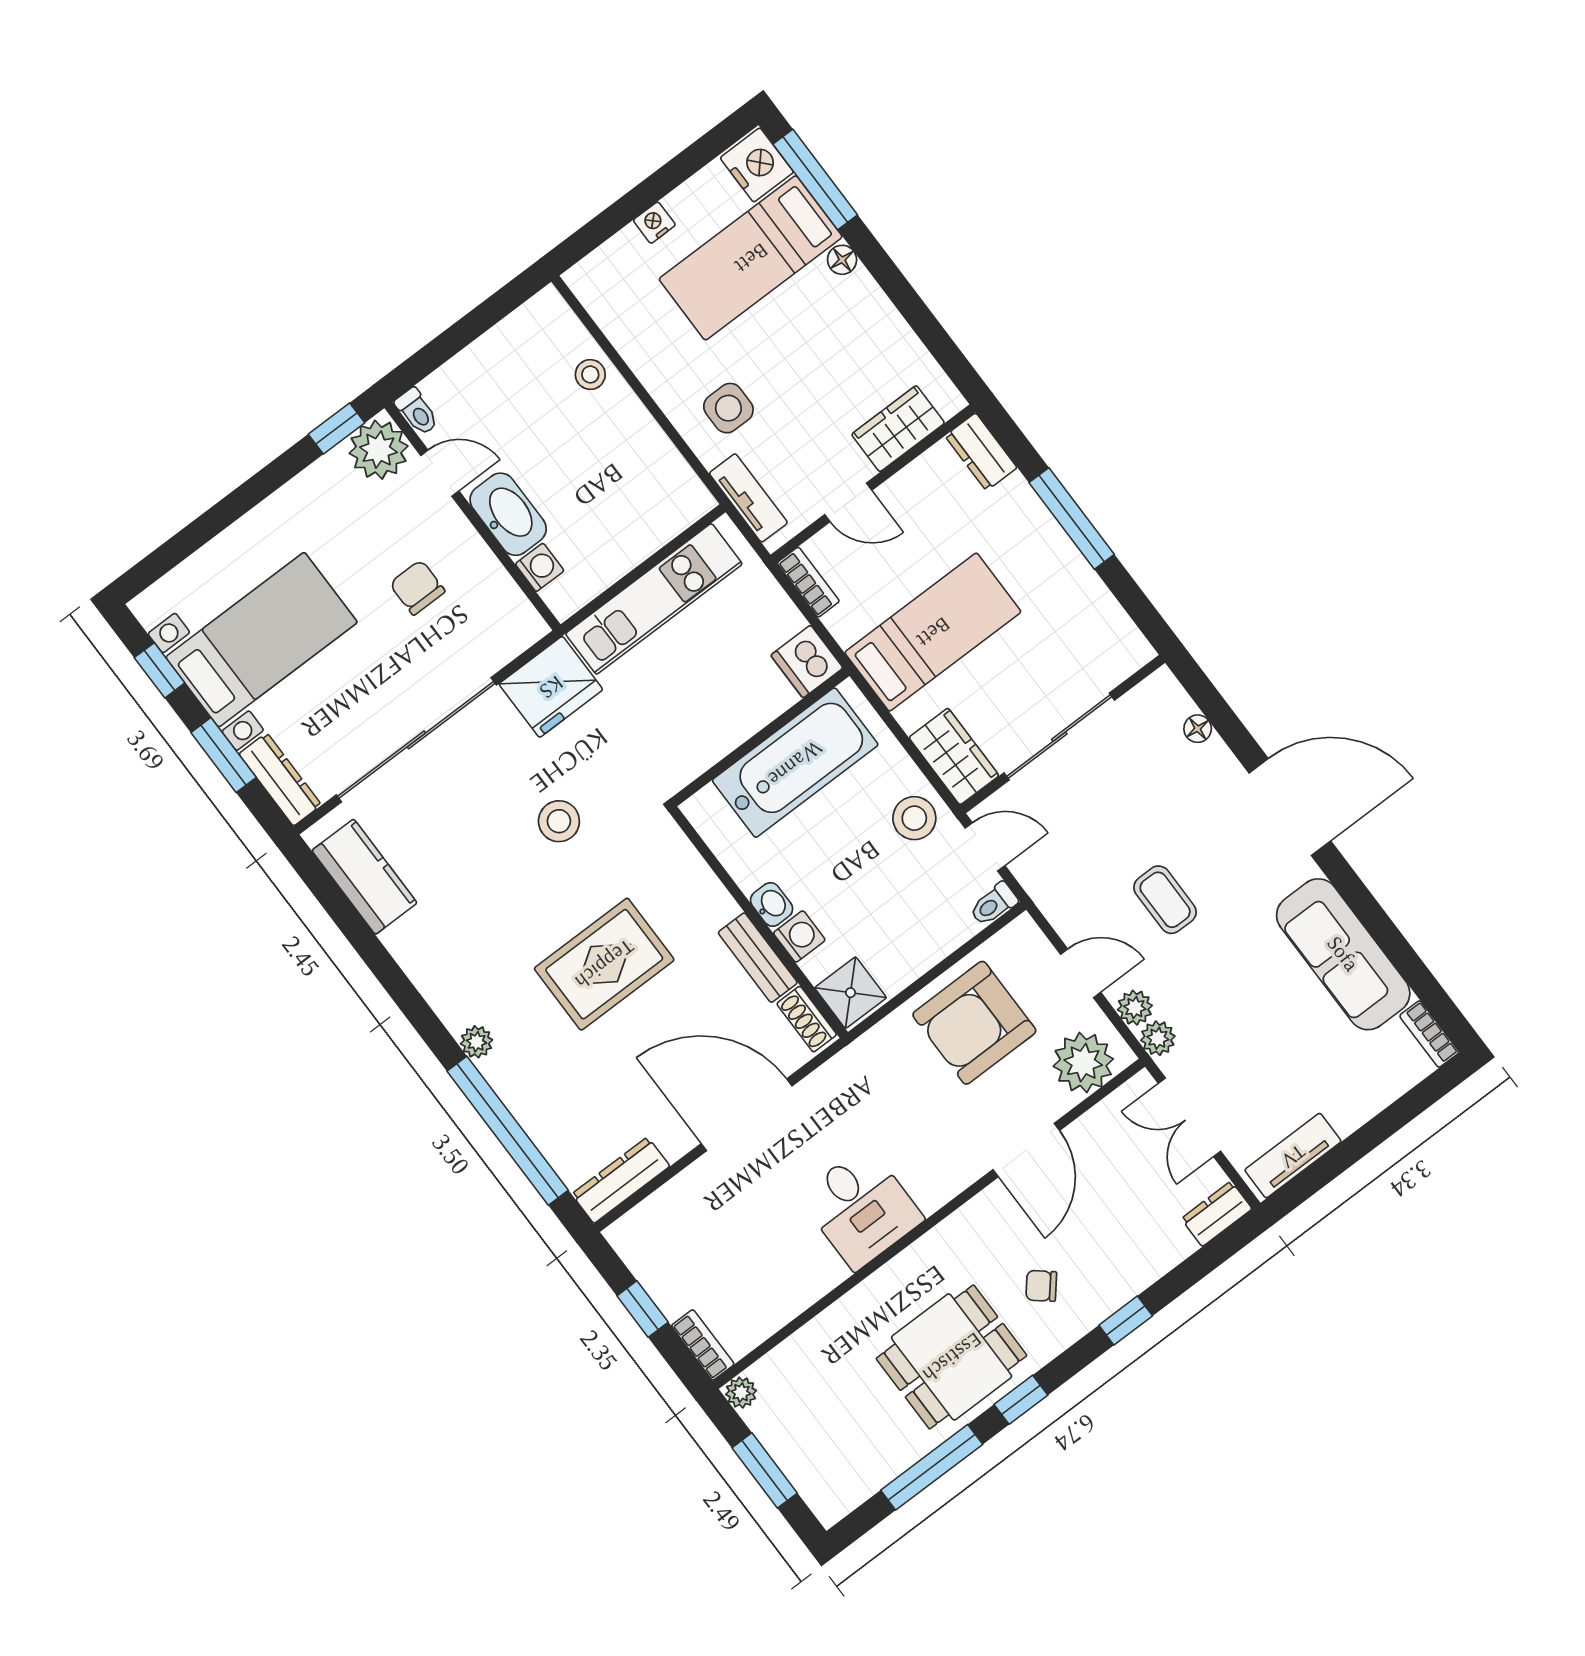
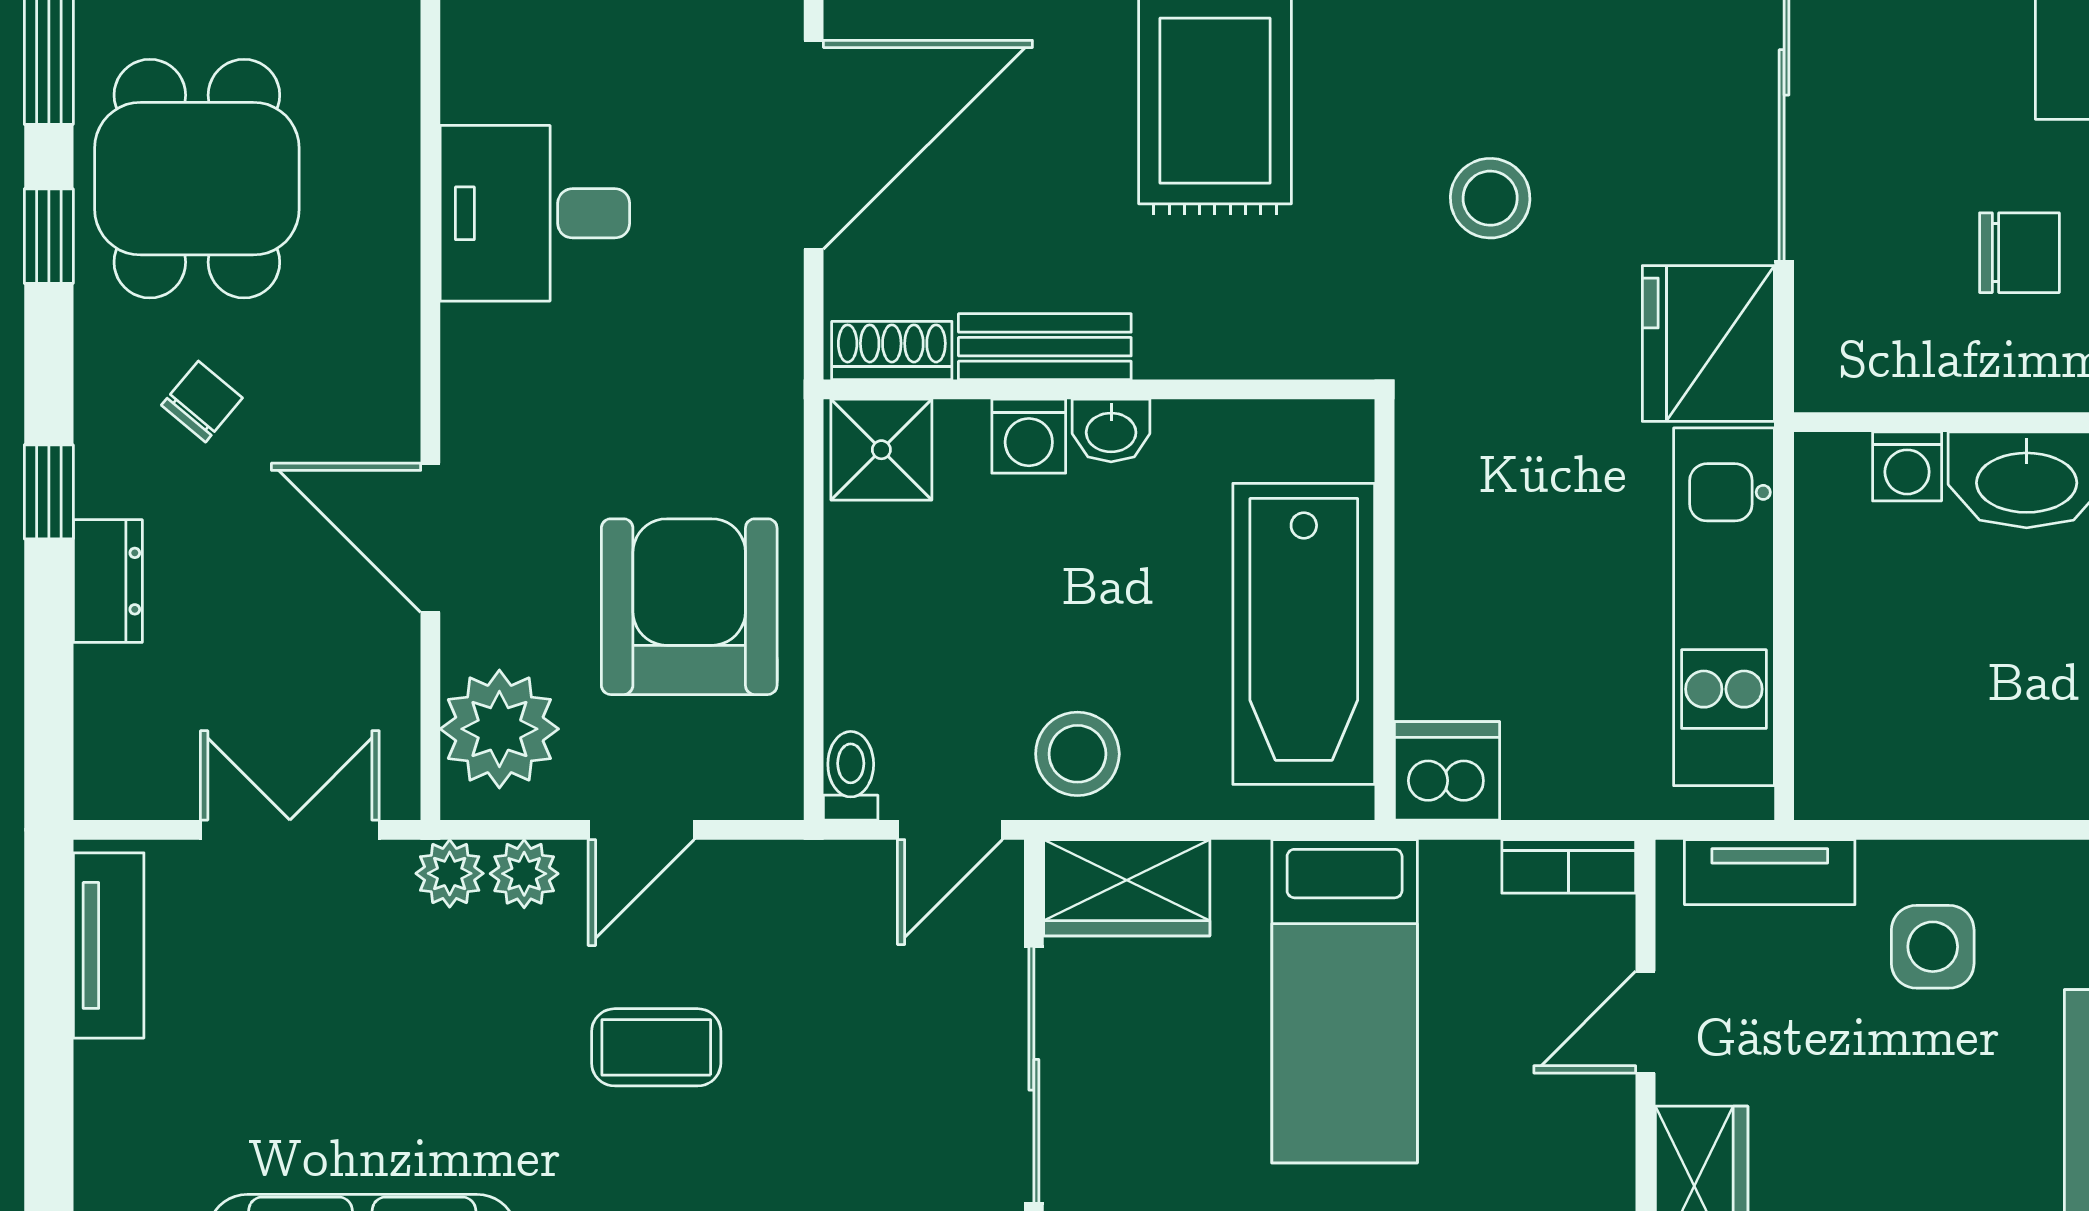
dresser: (1217, 1214) -> (108, 581), moved

